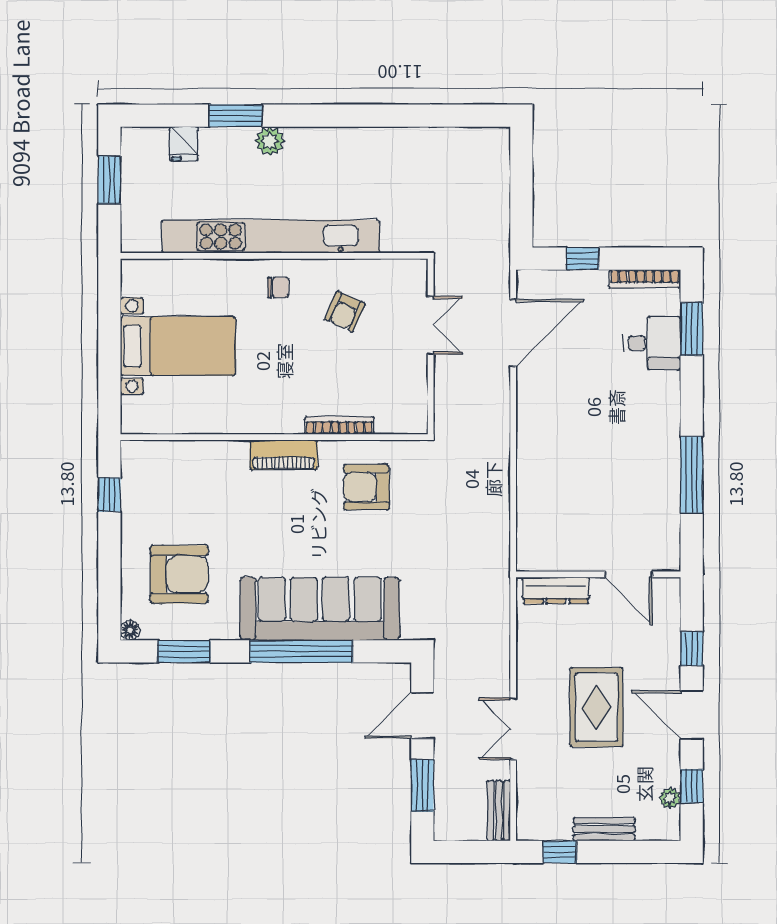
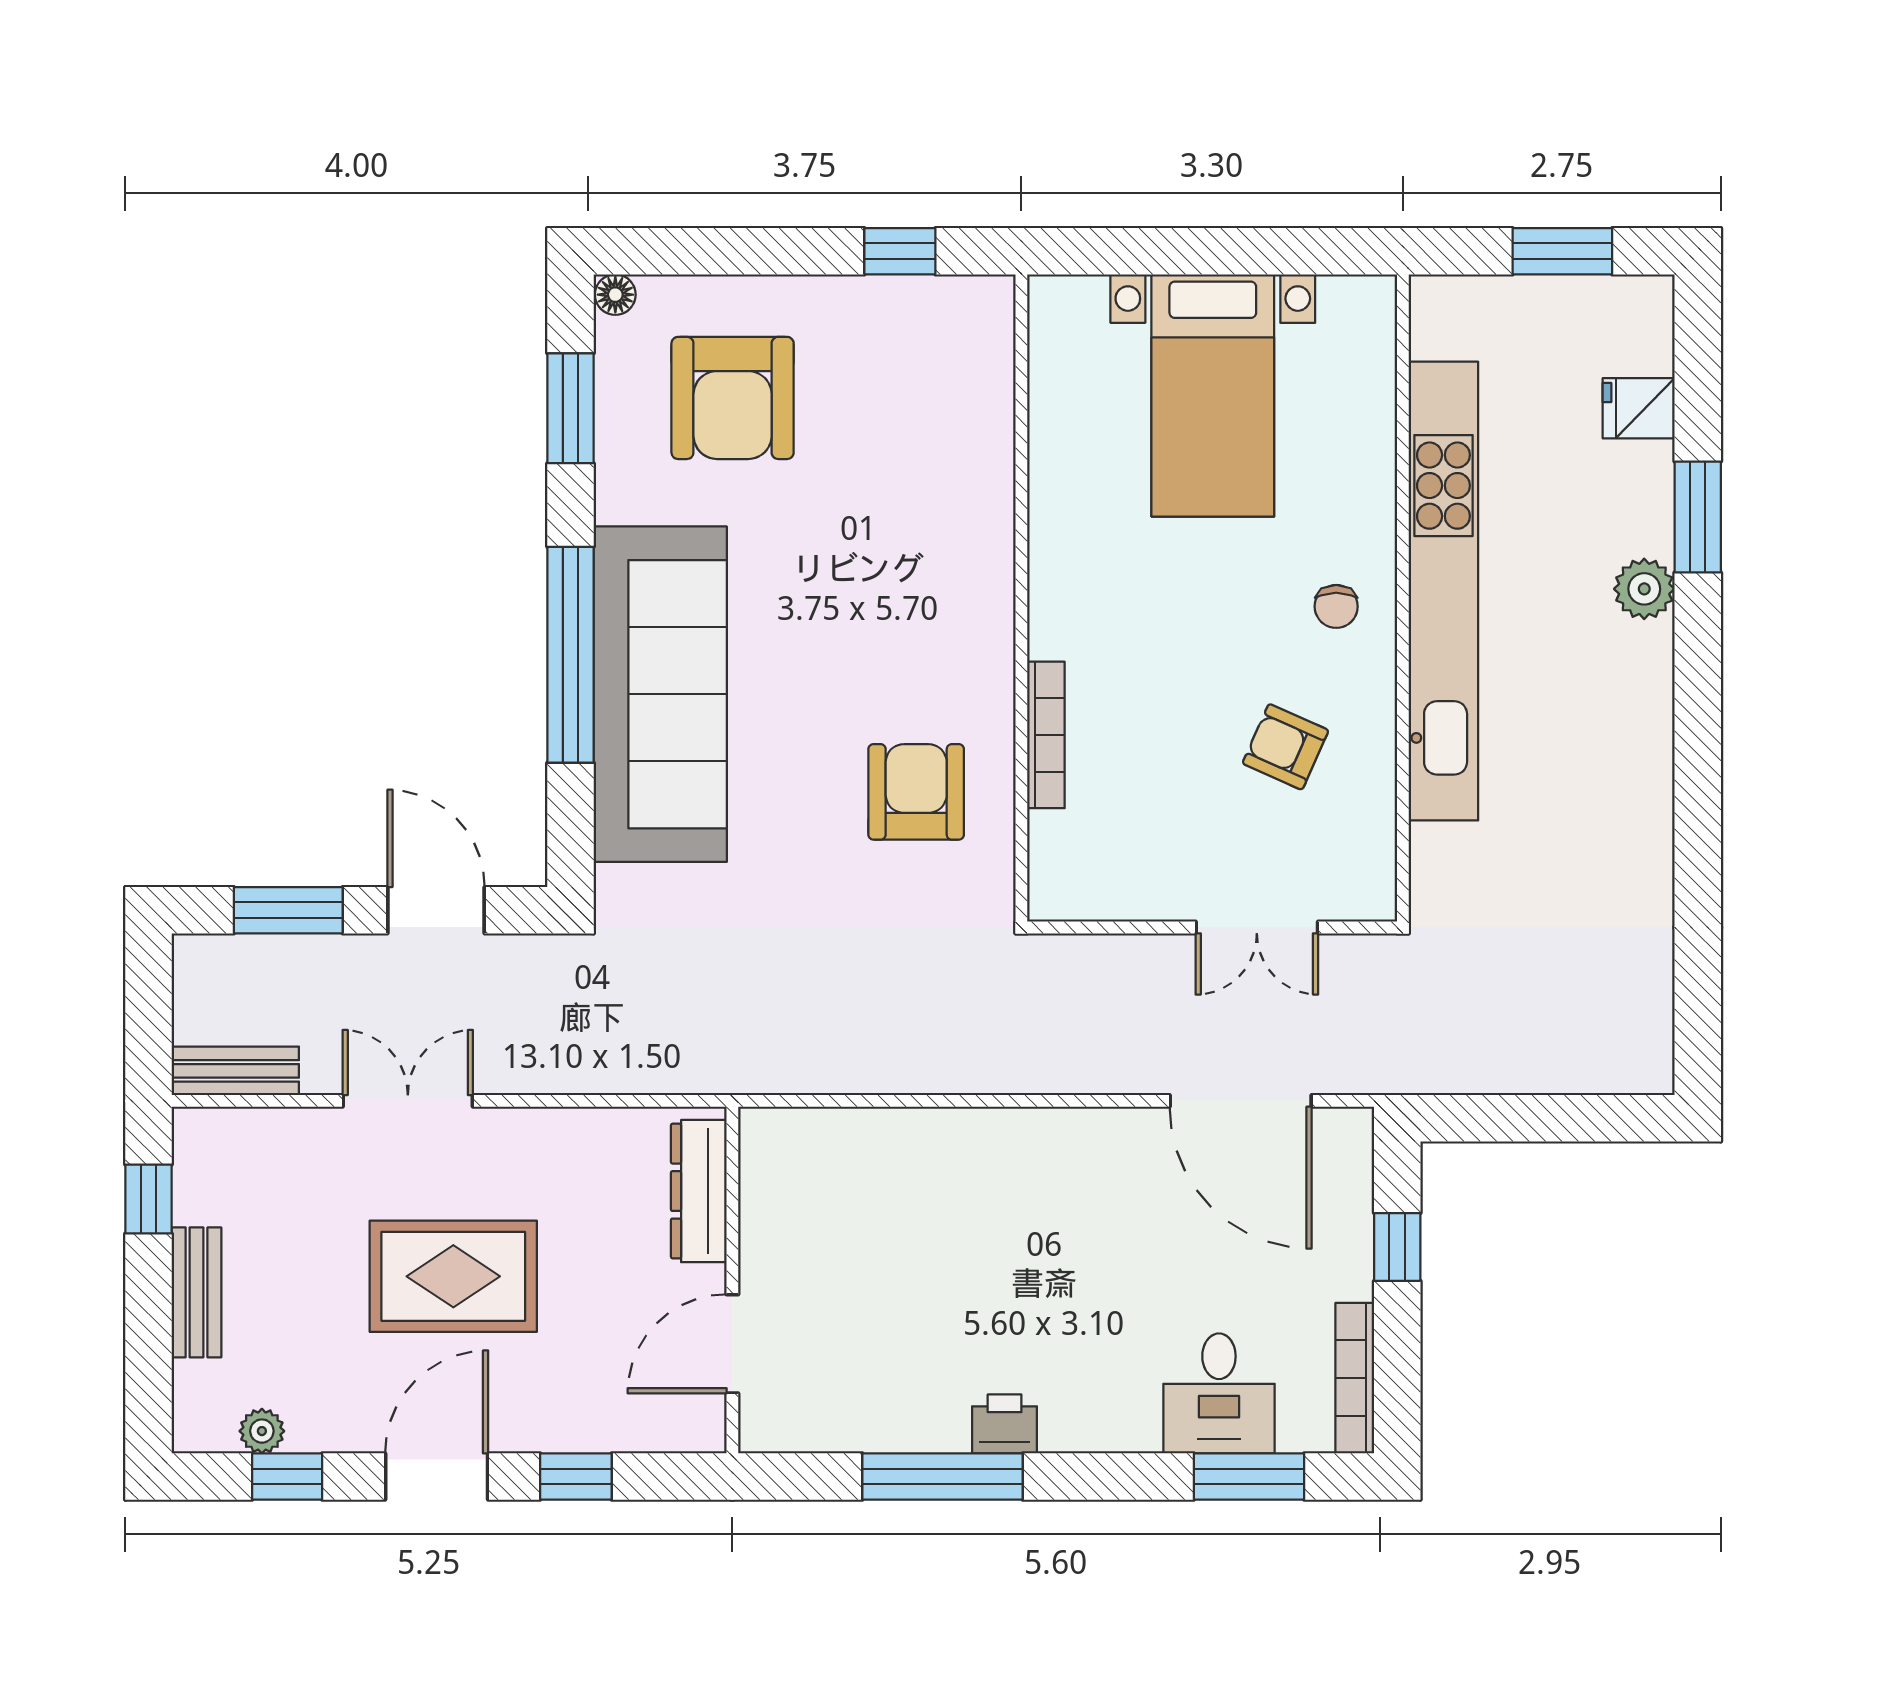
printer: (667, 445) -> (1005, 1424), added
piano: (284, 455) -> (984, 618), removed

